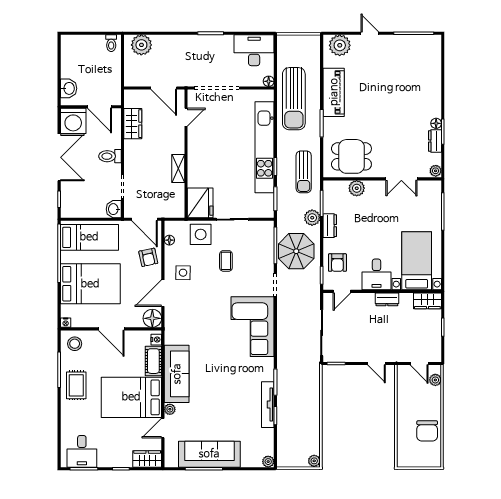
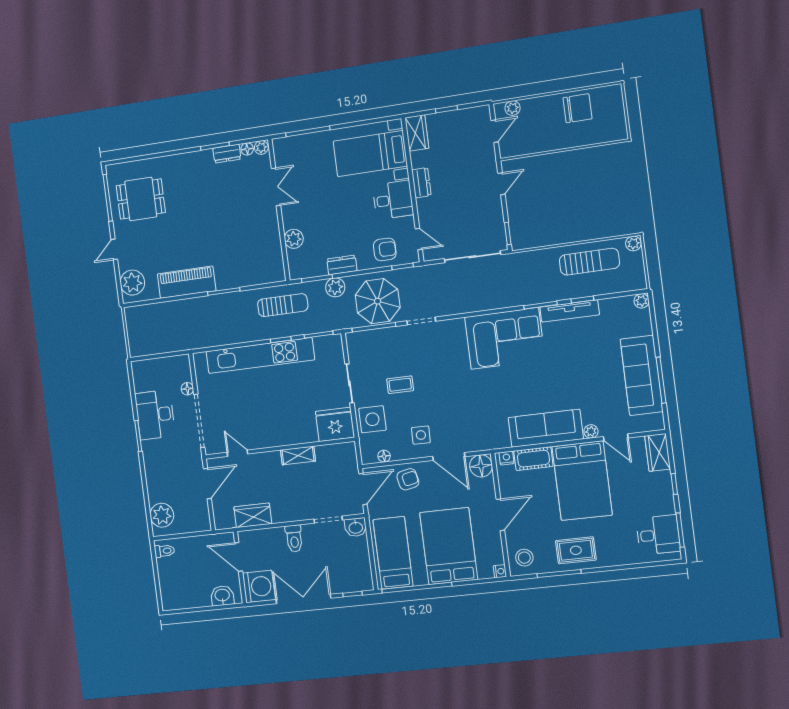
desk: (254, 50) -> (155, 415), moved
floor lamp: (269, 81) -> (187, 389), moved
sun lounger: (294, 99) -> (589, 262), moved, width x0.73, depth x0.75
door: (100, 107) -> (239, 557), swing flipped
floor lamp: (436, 123) -> (247, 149), moved
dining table: (351, 156) -> (141, 199), moved, turned 90
corner sofa: (253, 327) -> (505, 338), moved

